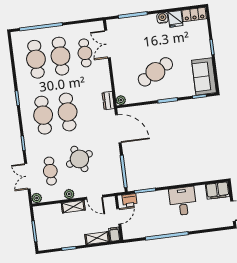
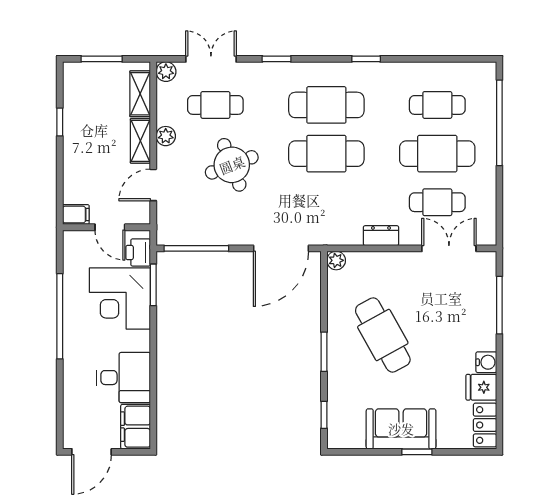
cafe table: (36, 59) -> (437, 105), width x0.73, depth x0.74
sofa: (204, 76) -> (401, 429), moved
dresser: (108, 101) -> (381, 236), moved
desk: (183, 201) -> (123, 378), moved
corner desk: (154, 207) -> (120, 298), added
shelving: (97, 238) -> (140, 94), moved

